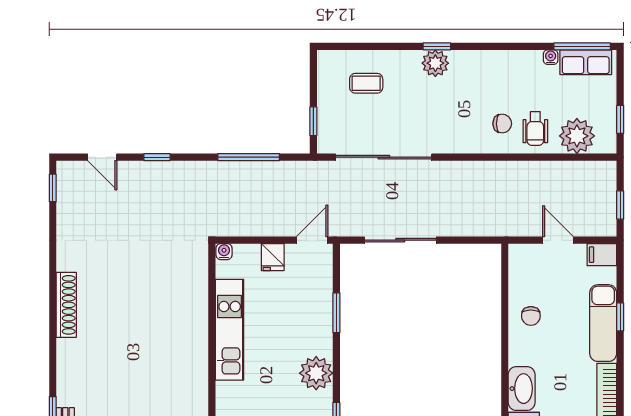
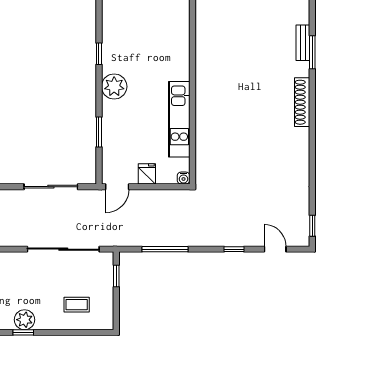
shoe rack: (66, 305) -> (302, 102), moved

